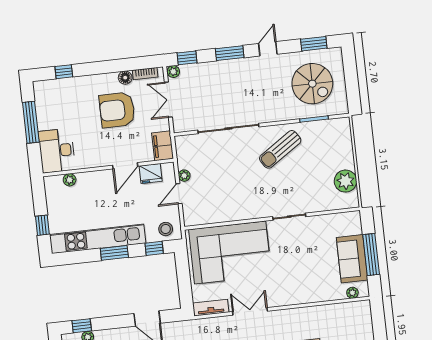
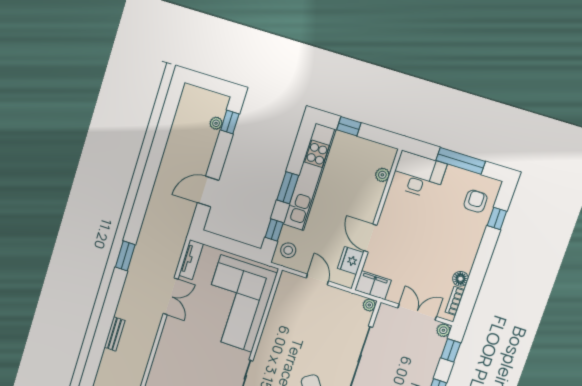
armchair: (117, 110) -> (475, 201), moved, width x0.53, depth x0.53
plant: (184, 176) -> (369, 305), moved

